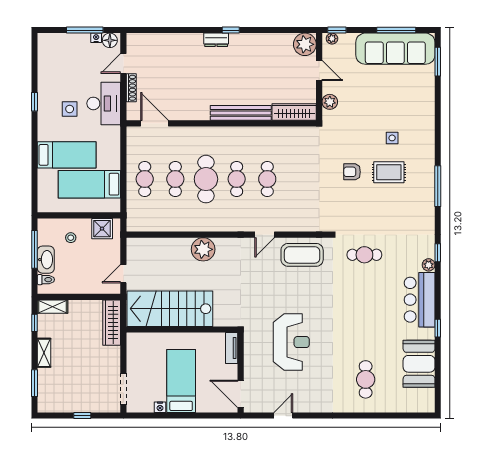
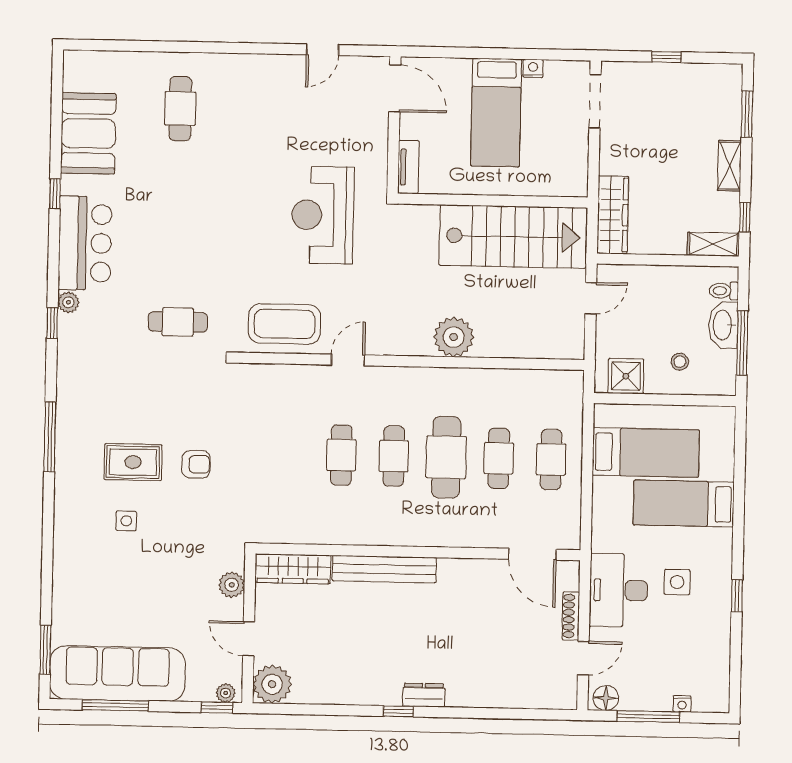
nightstand: (96, 38) -> (682, 704), moved
reception desk: (291, 342) -> (323, 215), moved

